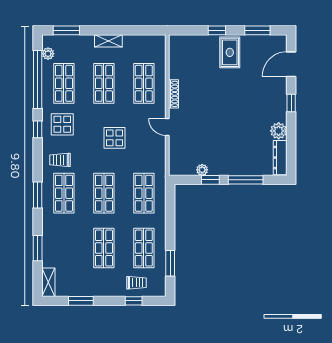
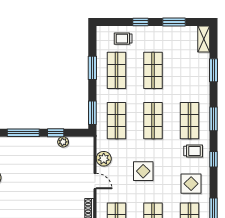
window: (38, 129) -> (214, 159), moved
plant: (158, 151) -> (104, 159), added
window: (170, 202) -> (92, 113), added
window: (170, 263) -> (92, 68), moved
window: (134, 301) -> (140, 22), moved

